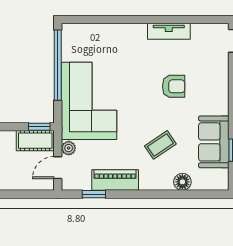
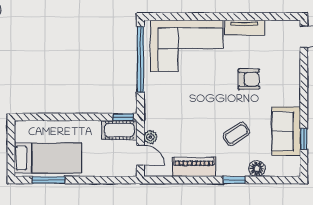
corner sofa: (89, 101) -> (187, 46), moved, turned 90
door: (58, 168) -> (140, 155), swing flipped
window: (94, 194) -> (234, 180), moved

